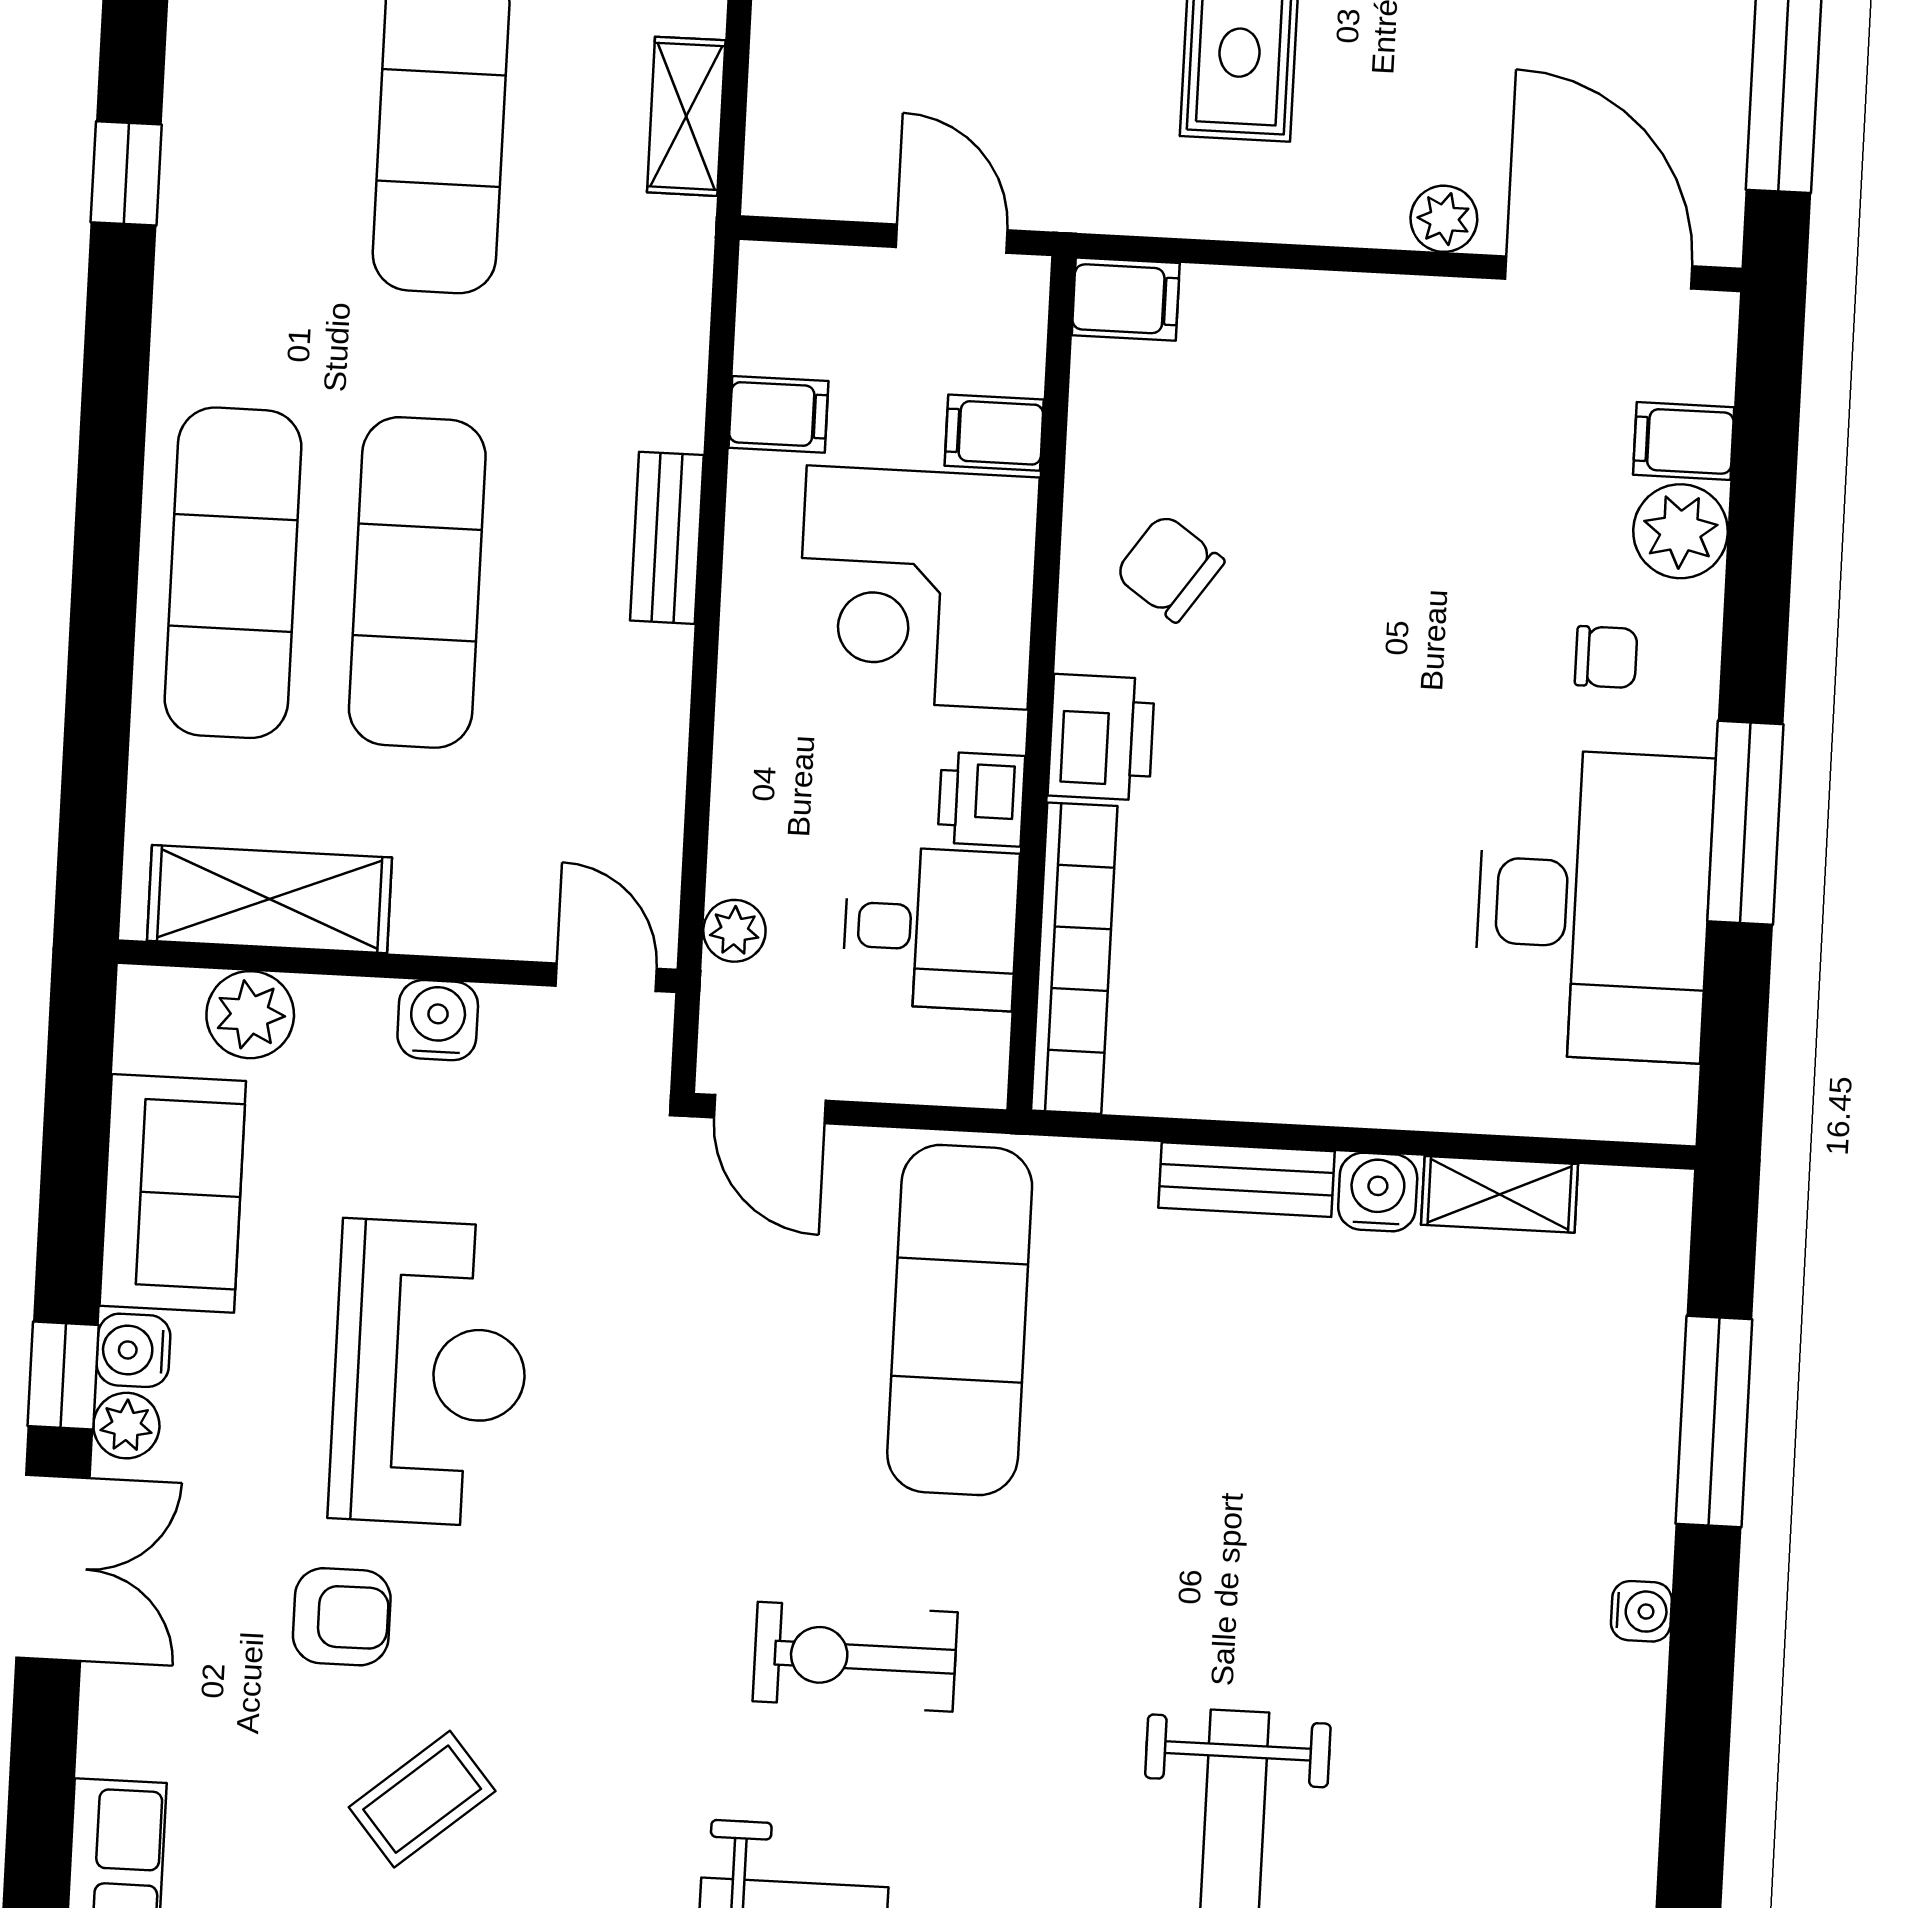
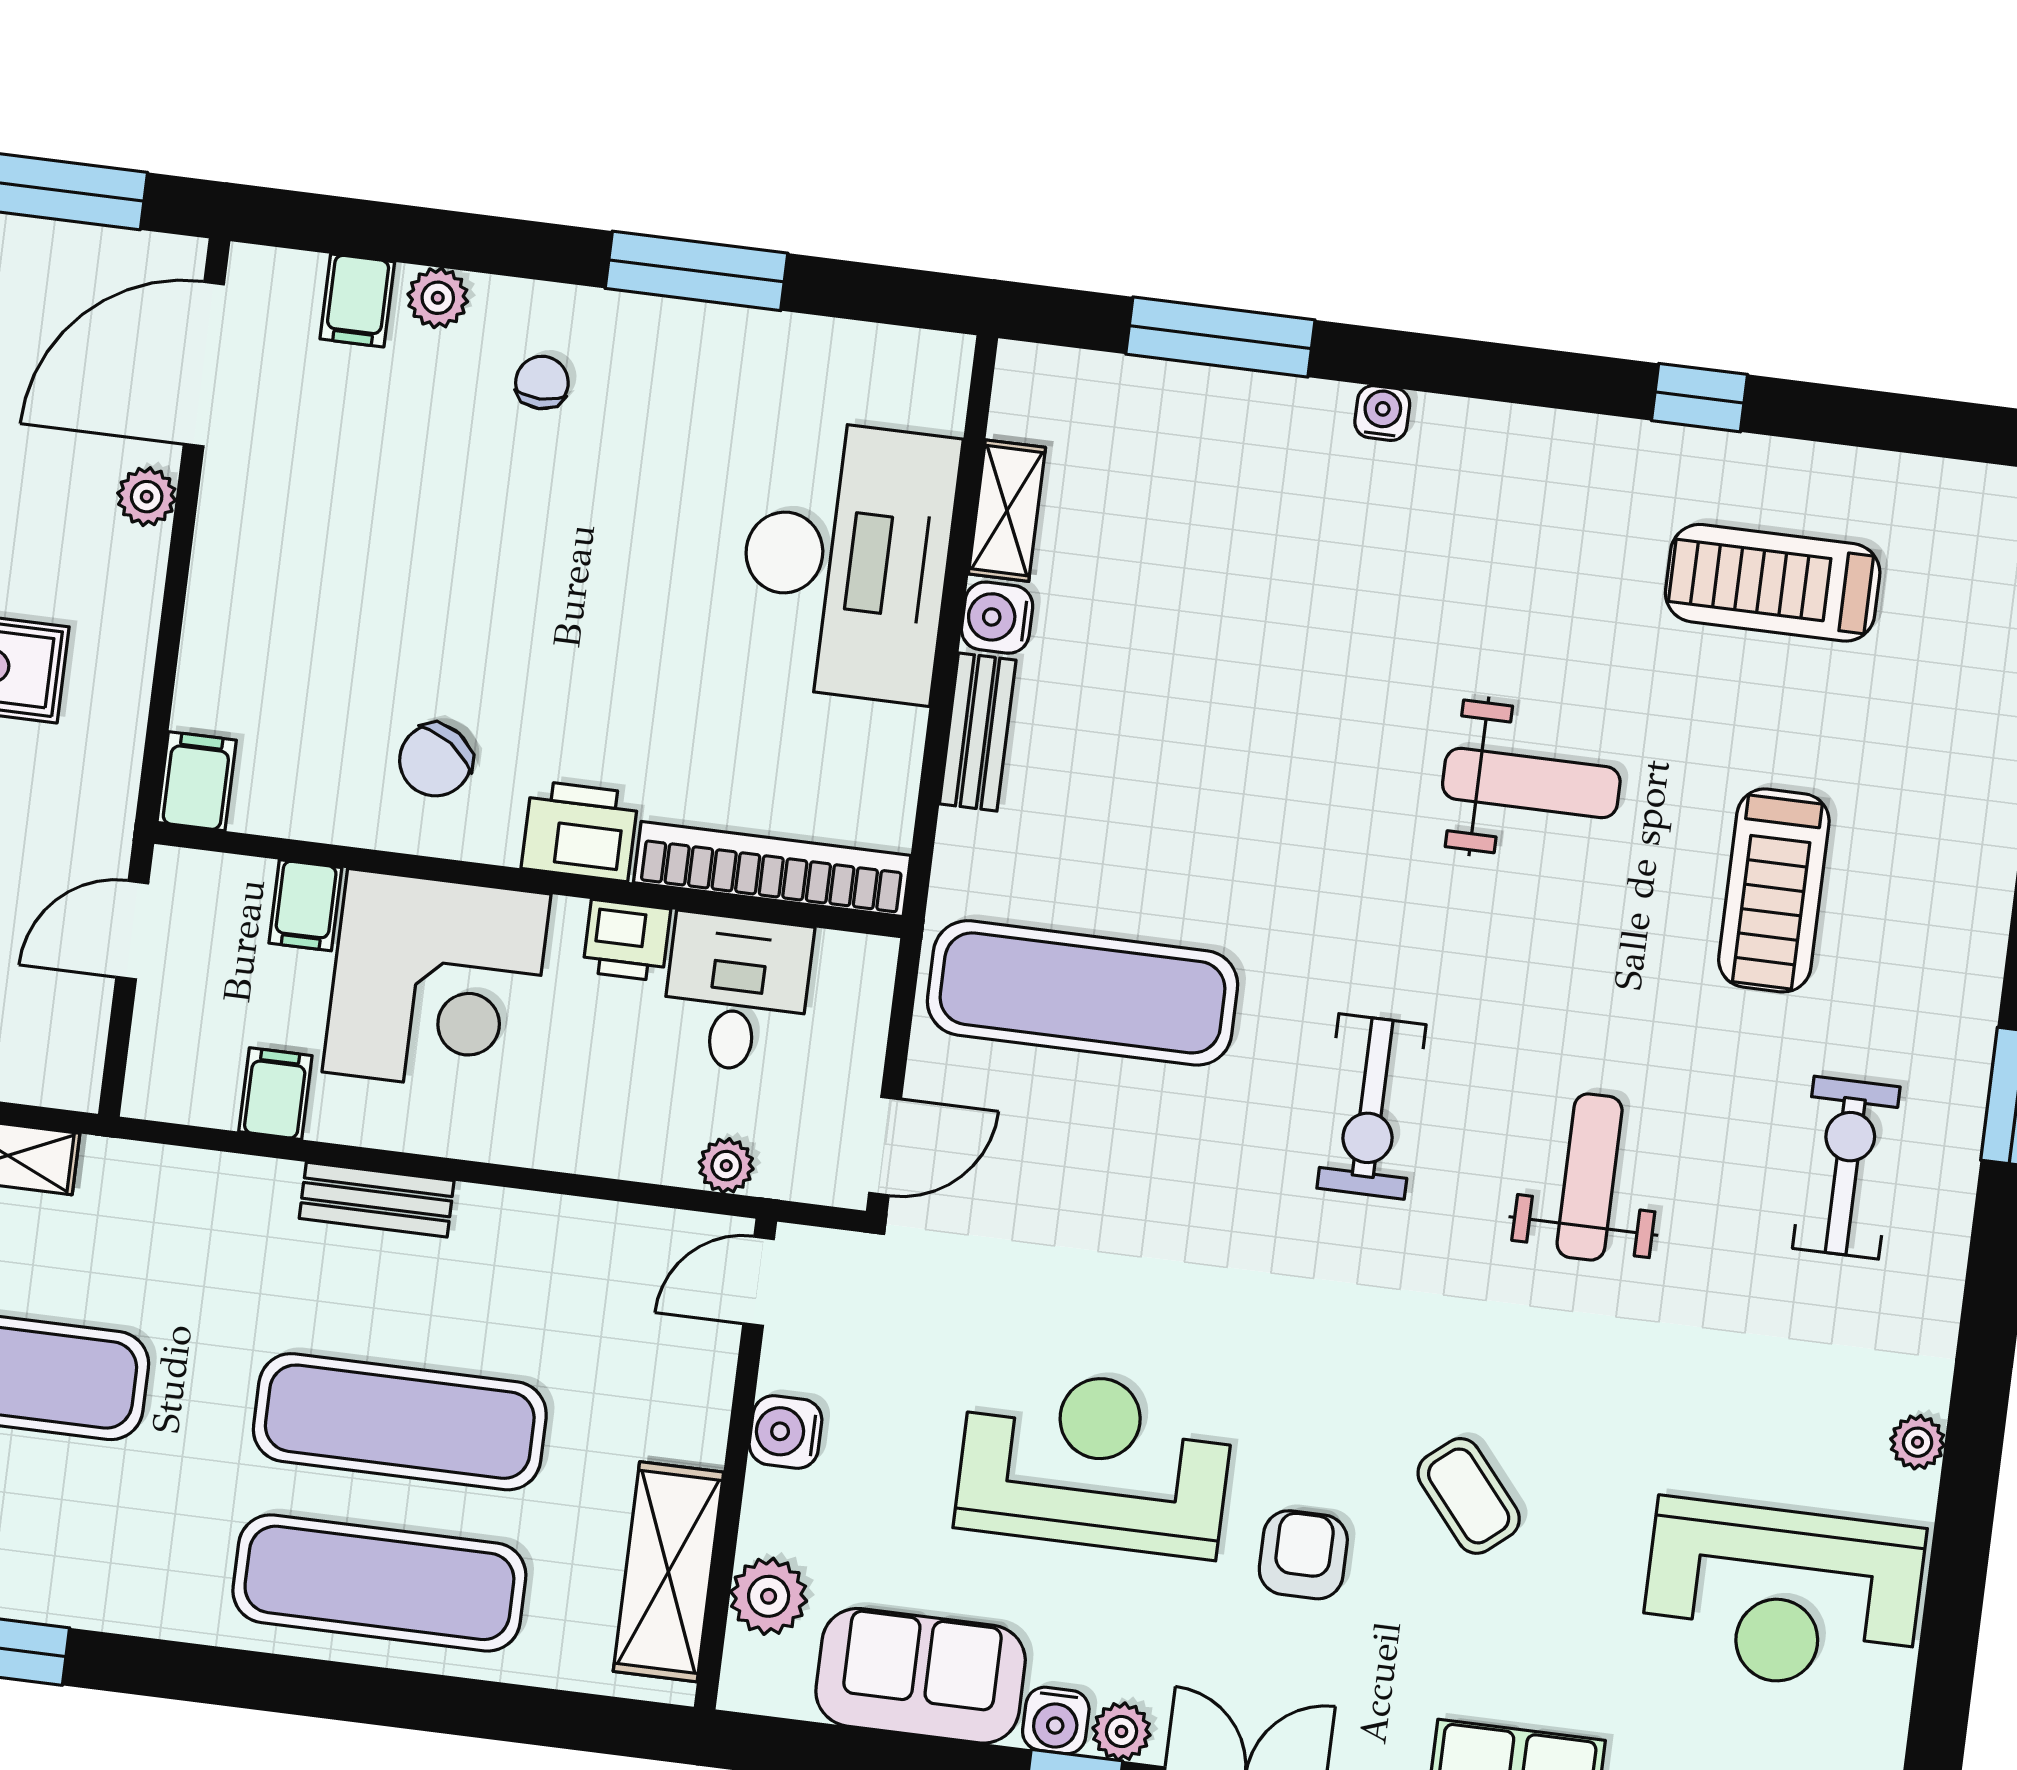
plant: (1680, 531) -> (438, 298), width x0.73, depth x0.73
desk: (1593, 905) -> (846, 560), moved, turned 90

